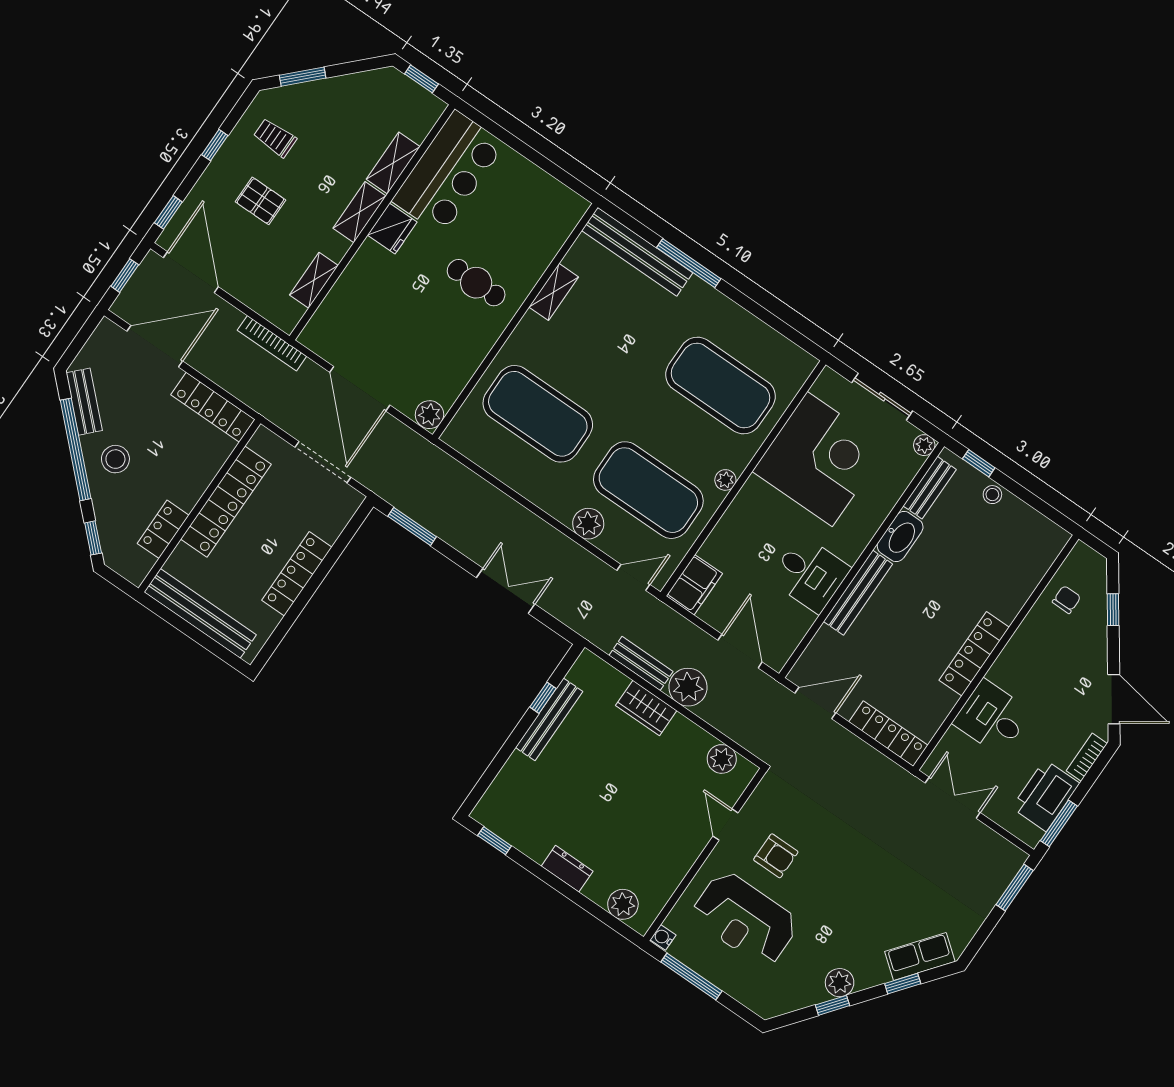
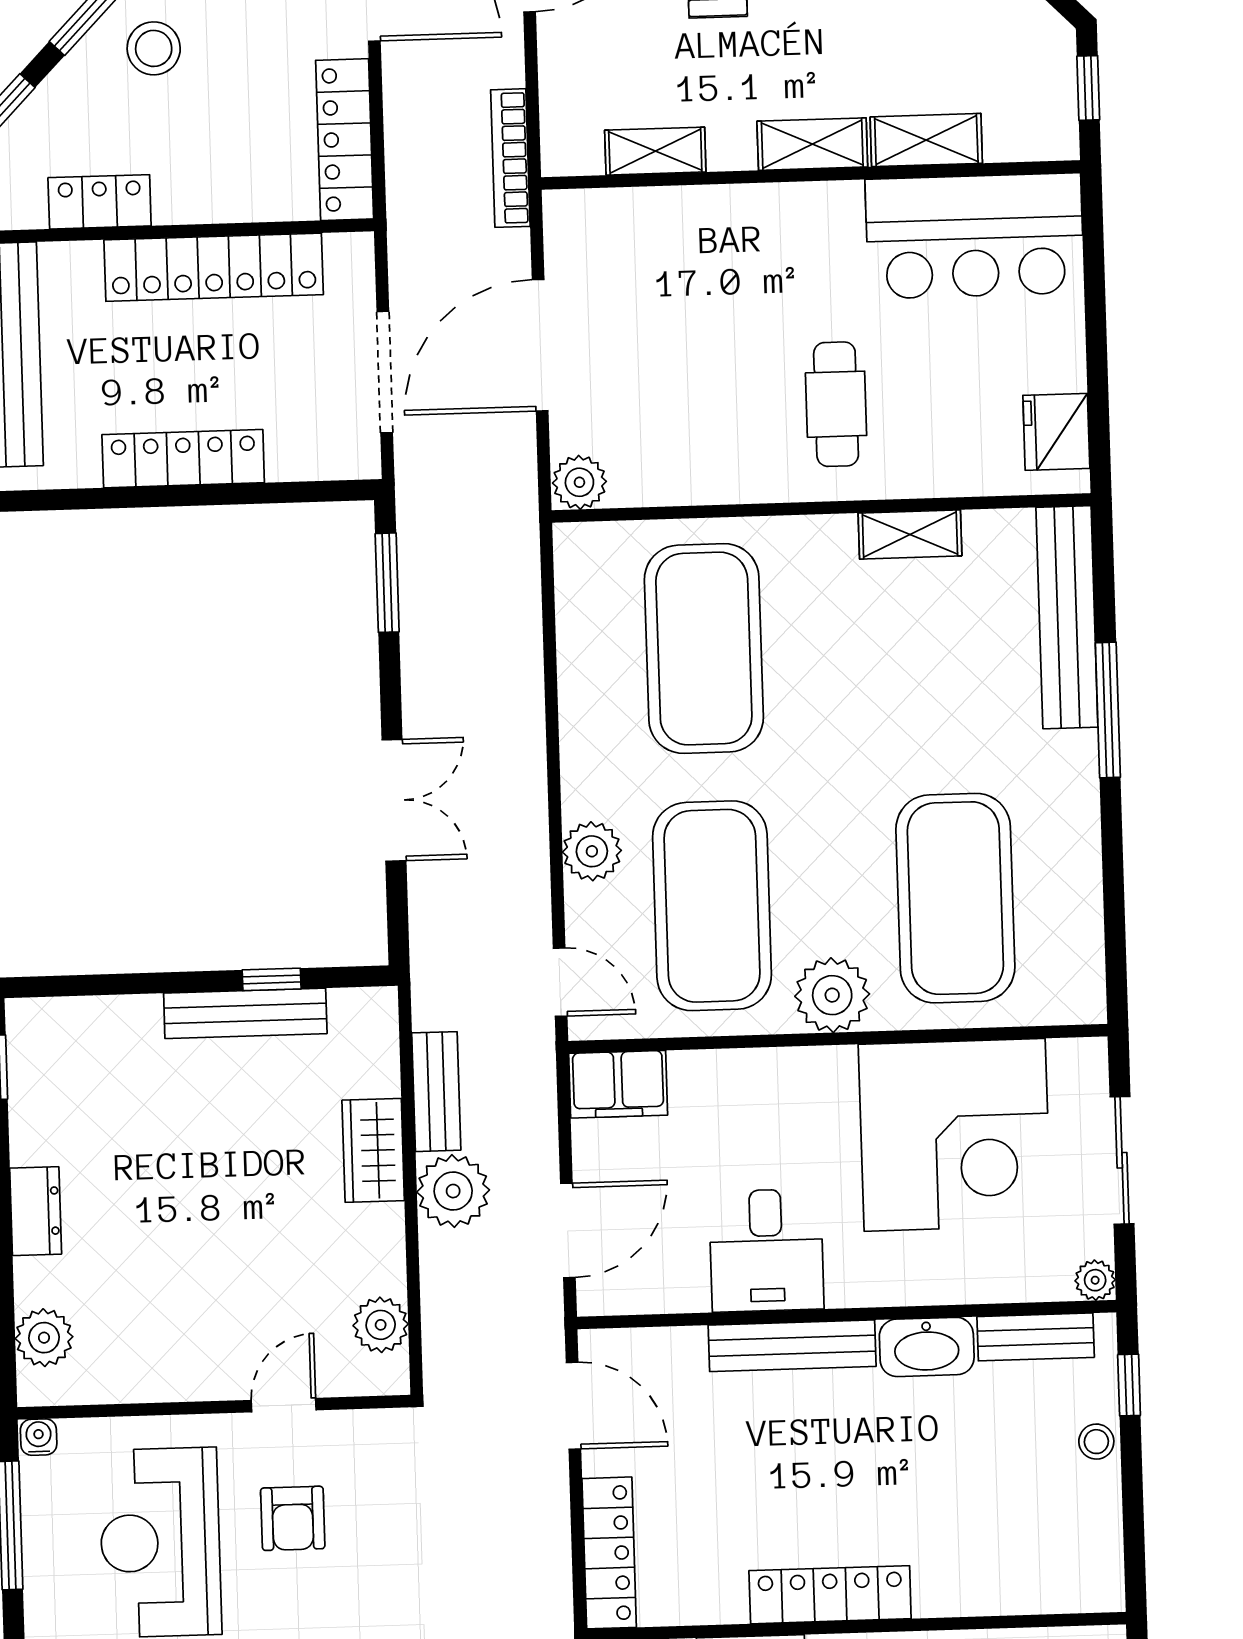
fridge: (392, 229) -> (1056, 432), moved, turned 90
plant: (725, 480) -> (832, 995), width x1.88, depth x1.88

